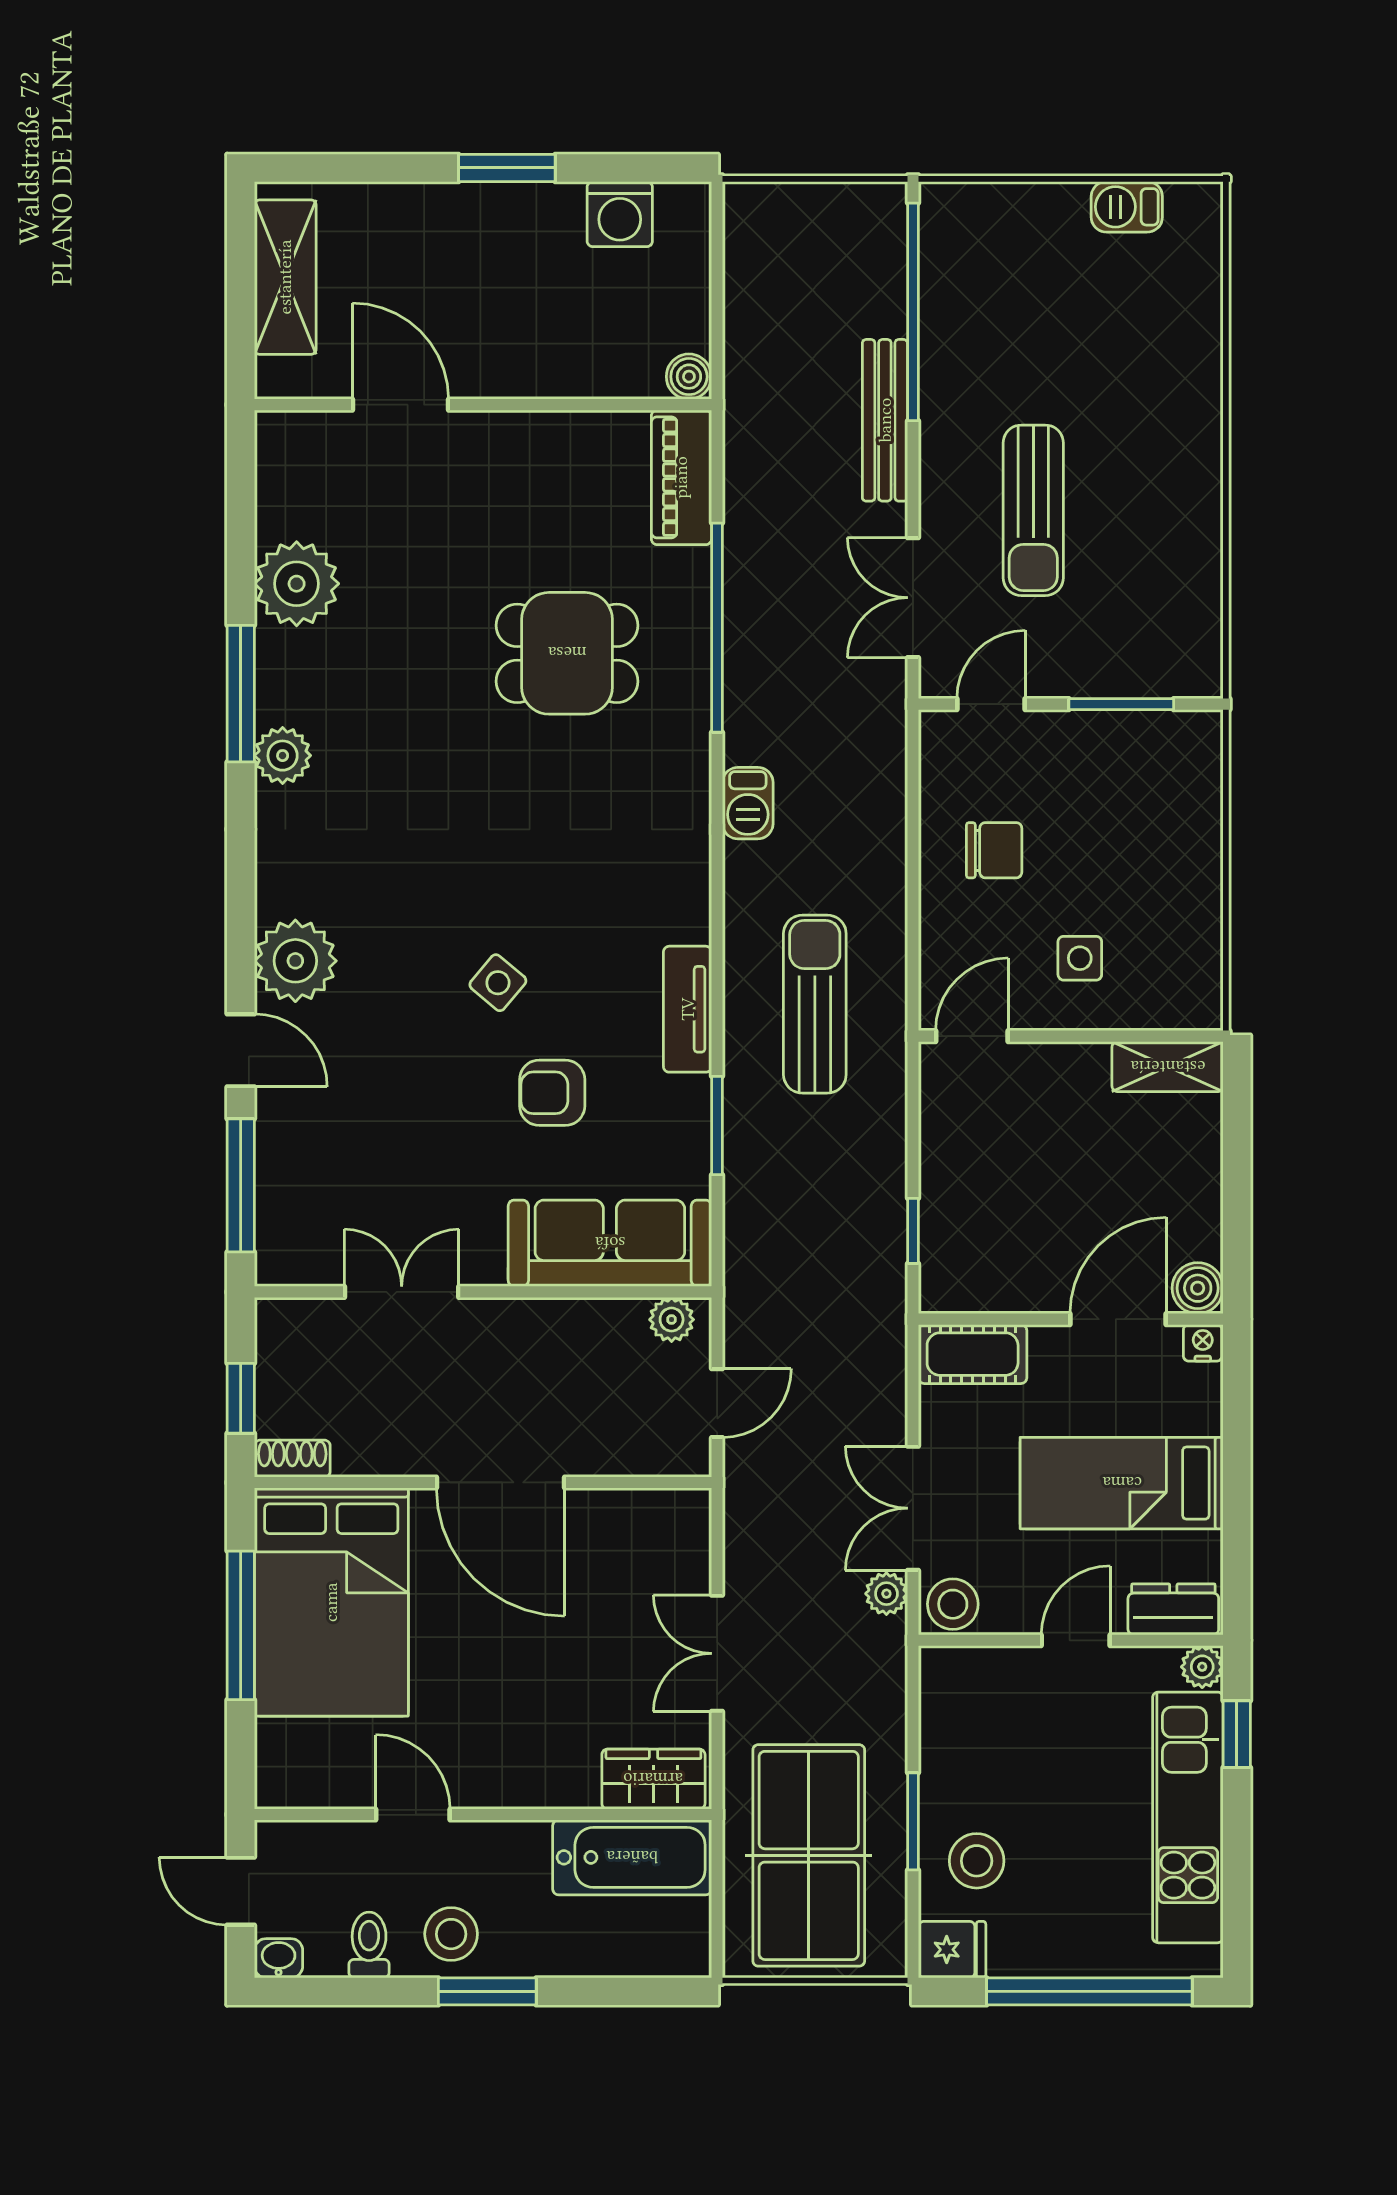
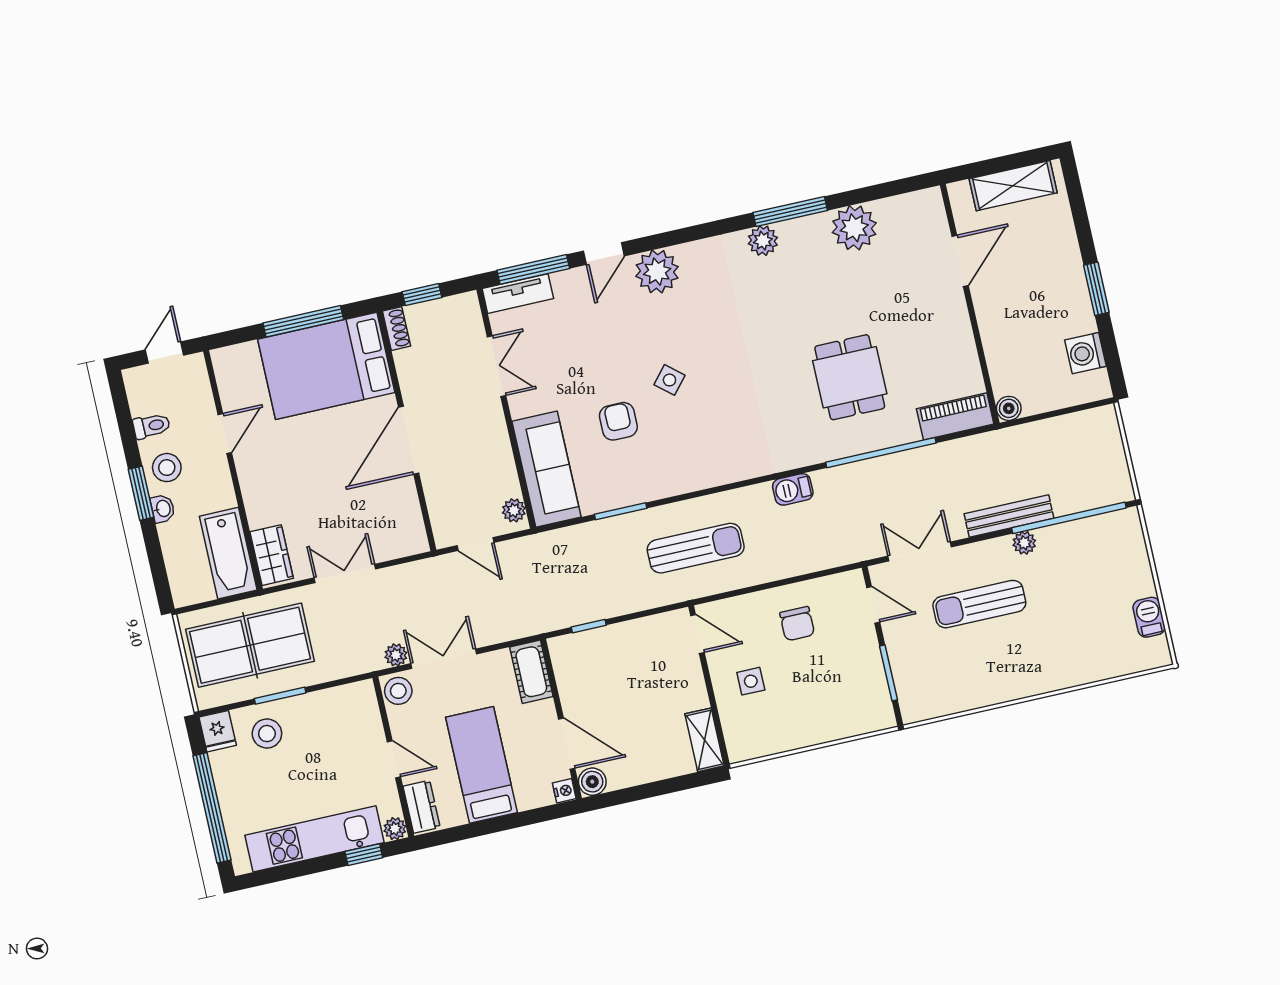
plant: (940, 403) -> (1024, 543), added
tv unit: (688, 1009) -> (518, 294), moved, turned 180
washbasin: (279, 1958) -> (163, 509), moved

